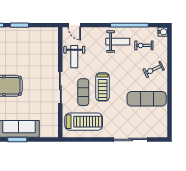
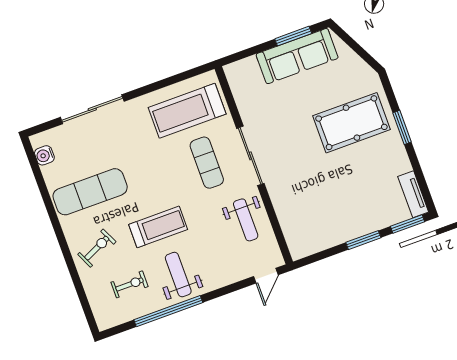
door: (74, 25) -> (266, 276), swing flipped
water cooler: (163, 32) -> (44, 155), moved
weight bench: (118, 42) -> (178, 275), turned 90
weight bench: (74, 57) -> (246, 220), turned 180
treadmill: (103, 87) -> (158, 227), moved, turned 90

